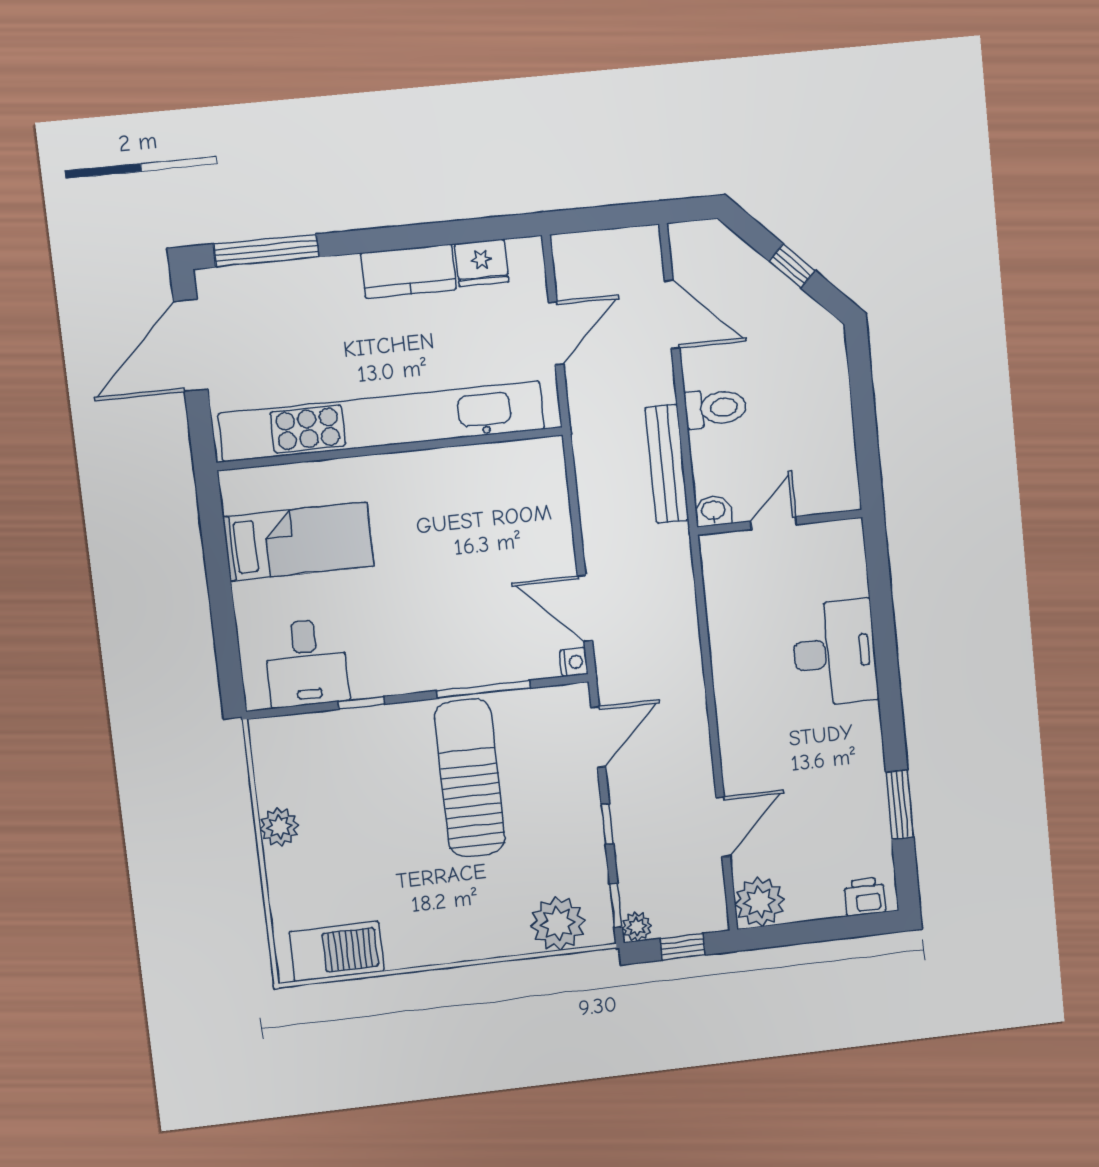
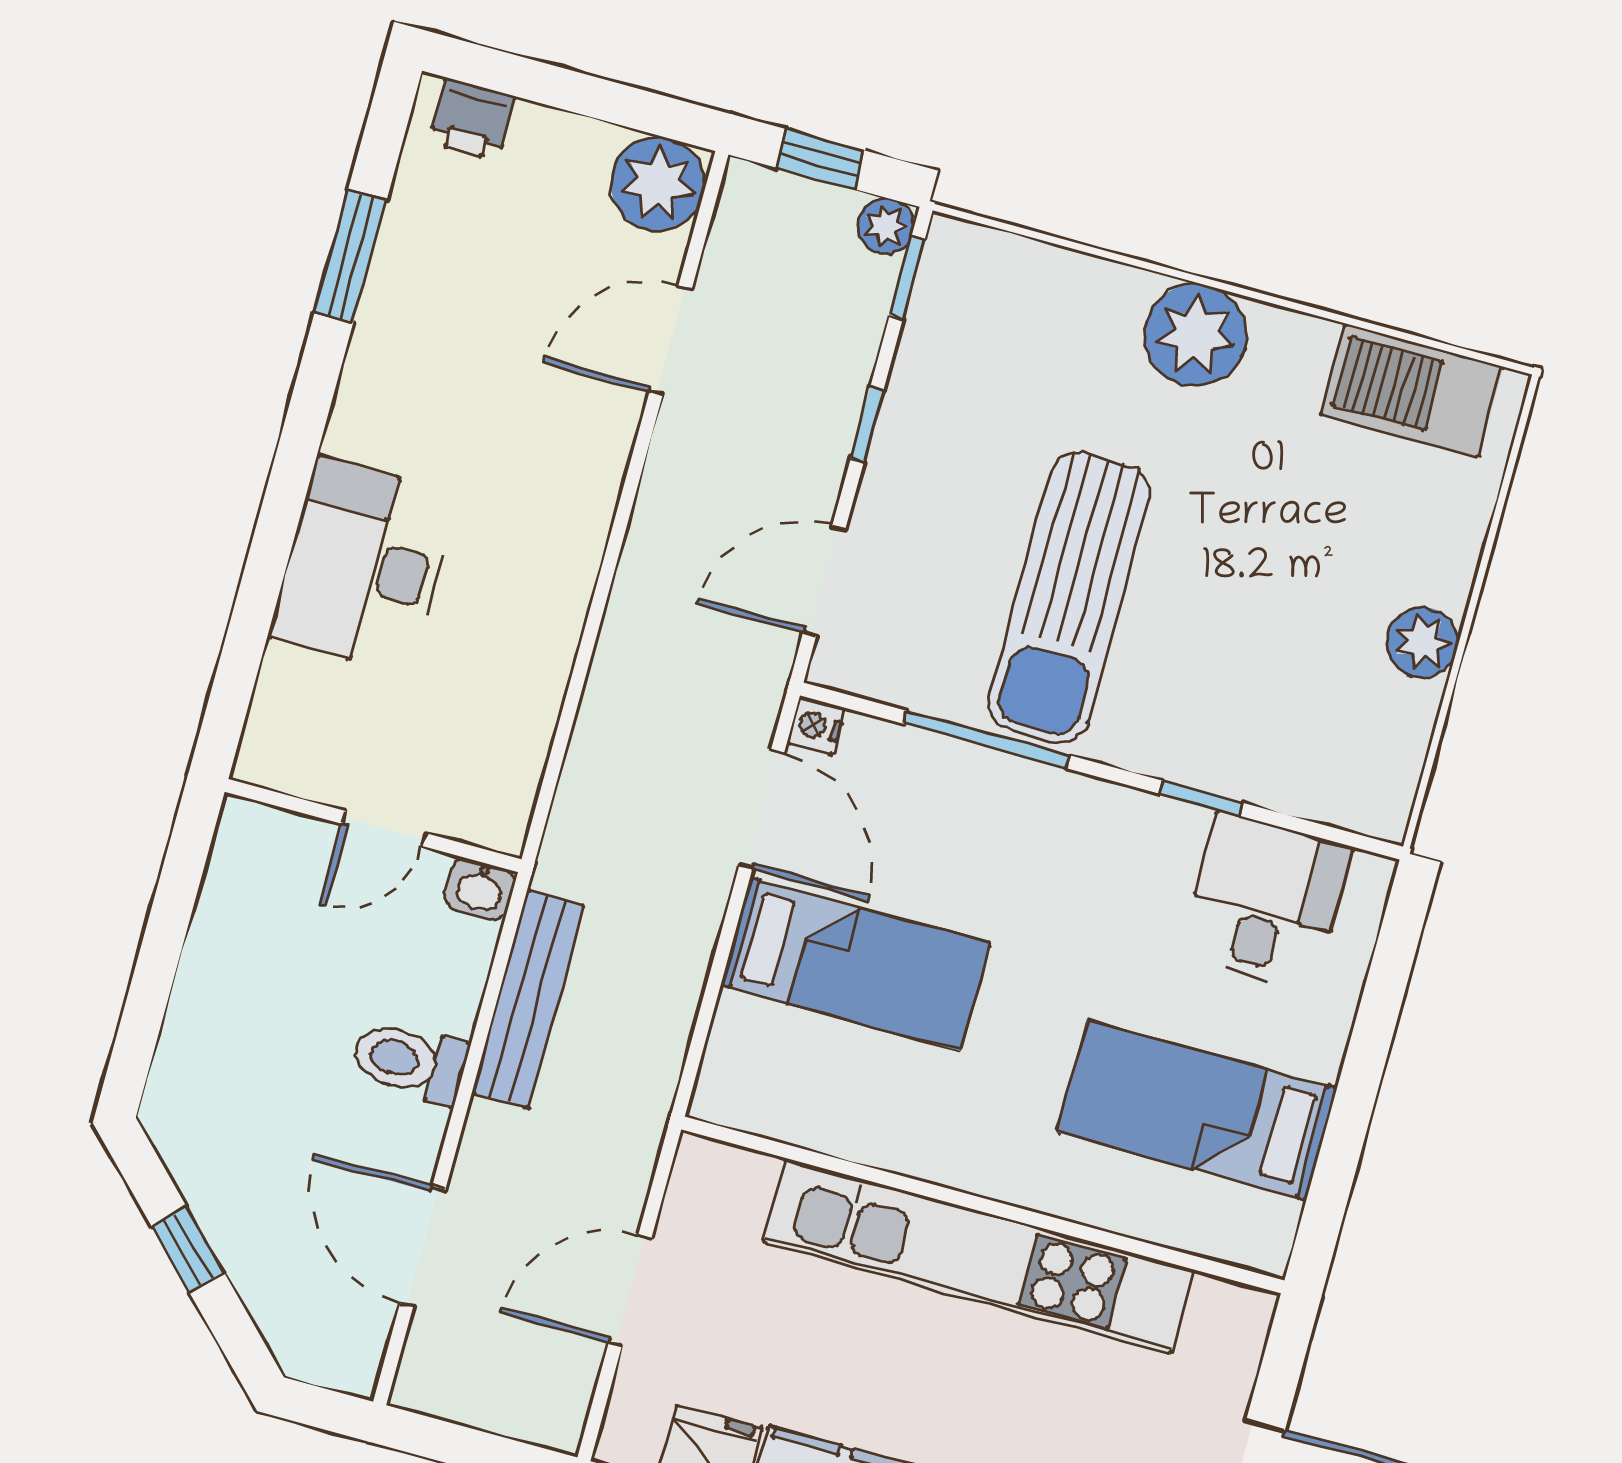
kitchen unit: (382, 421) -> (979, 1256), width x0.73
bed: (506, 548) -> (855, 964), added
plant: (558, 923) -> (1195, 335), moved

